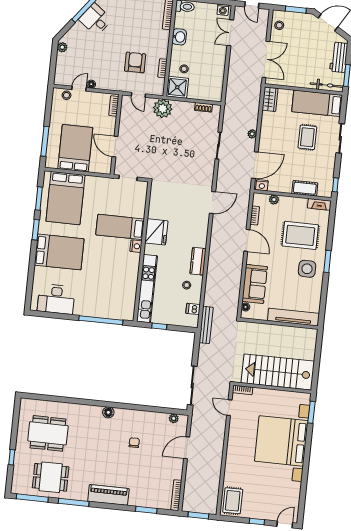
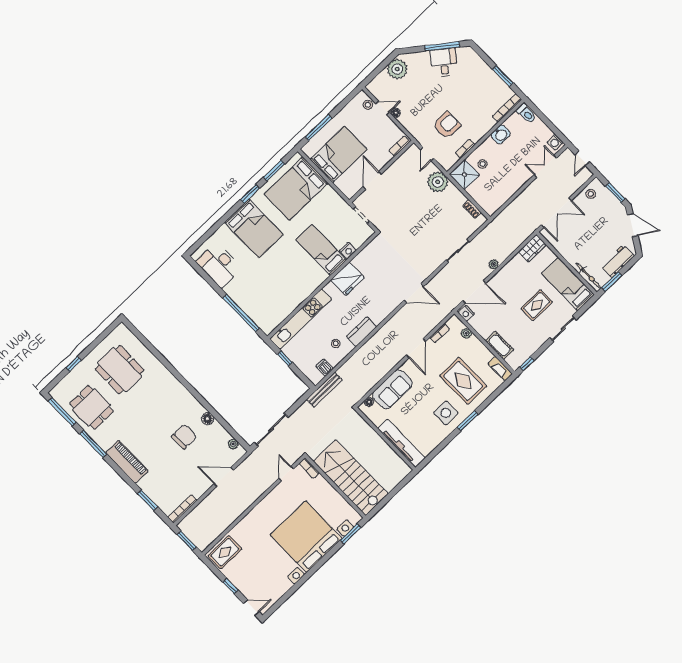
plant: (62, 47) -> (397, 69), width x1.88, depth x1.88
nightstand: (136, 246) -> (348, 251), moved
floor lamp: (108, 412) -> (208, 419), moved
chair: (134, 443) -> (184, 437), width x1.87, depth x1.87

